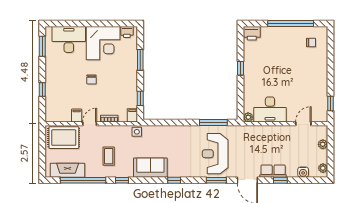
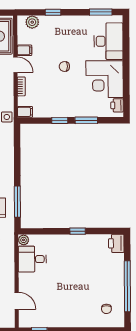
window: (140, 98) -> (60, 120), moved
plant: (51, 108) -> (32, 22), added
desk: (270, 109) -> (32, 259), width x0.73

